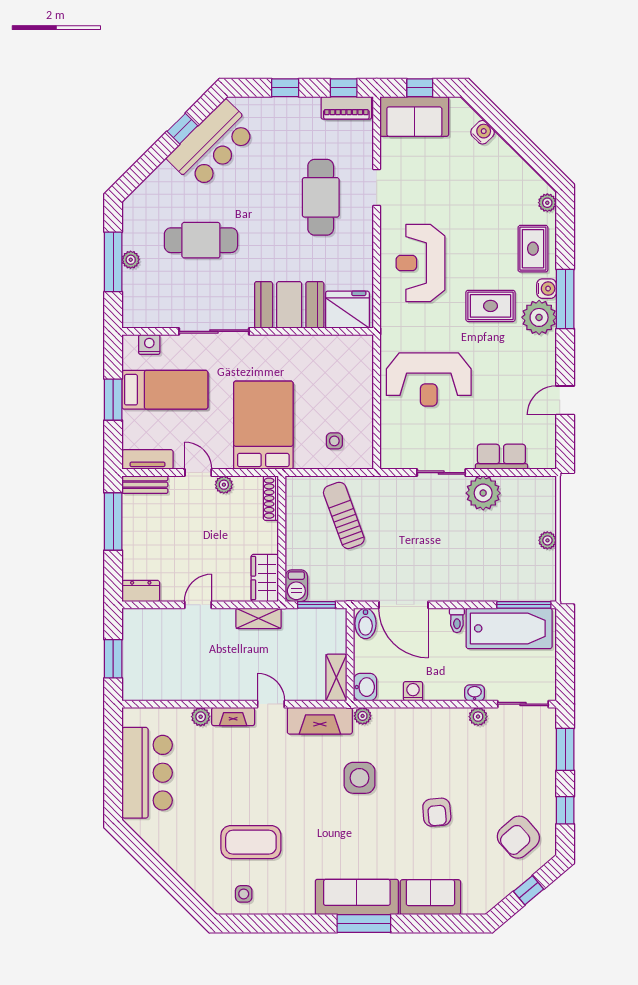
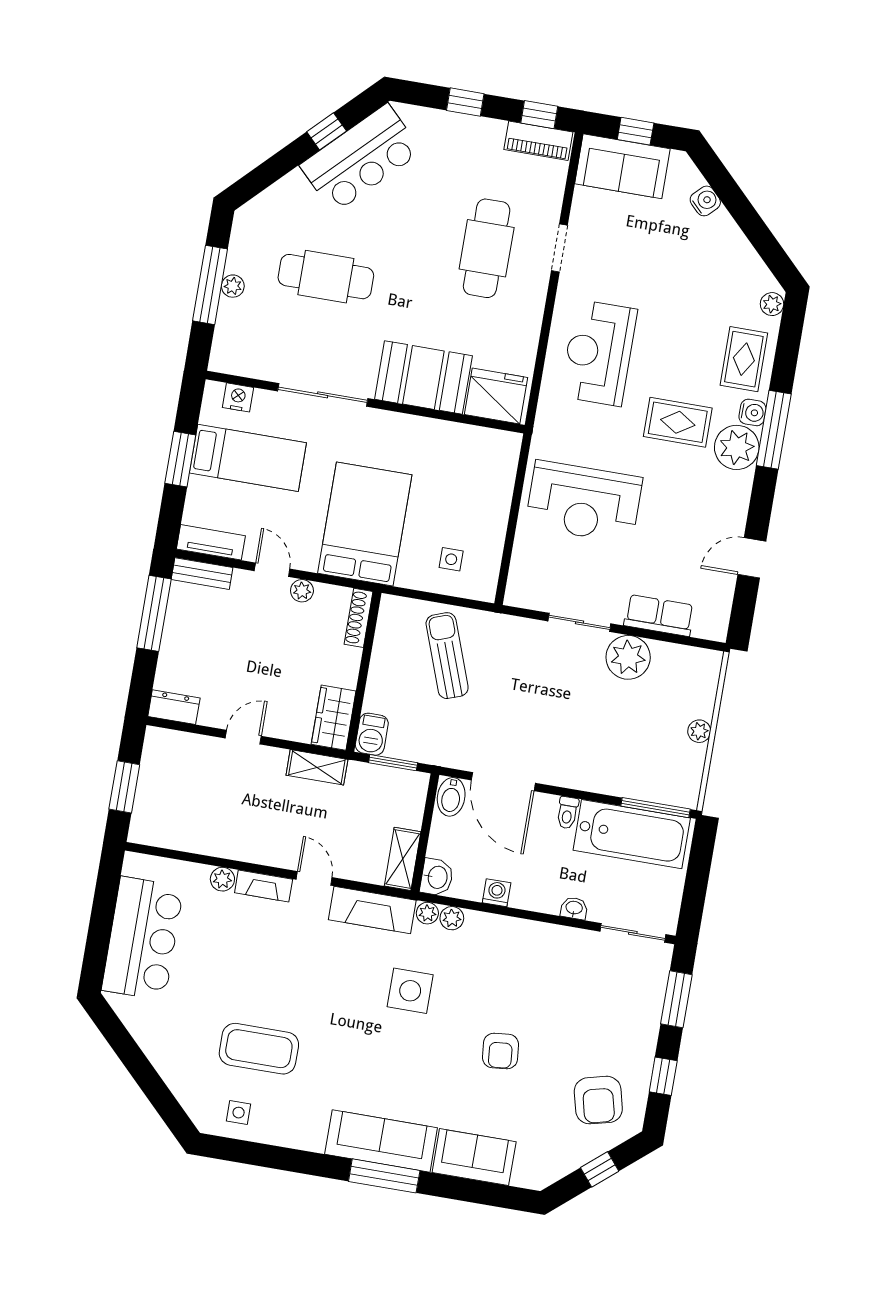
plant: (478, 717) -> (452, 918), moved
armchair: (518, 837) -> (598, 1100), turned -63

